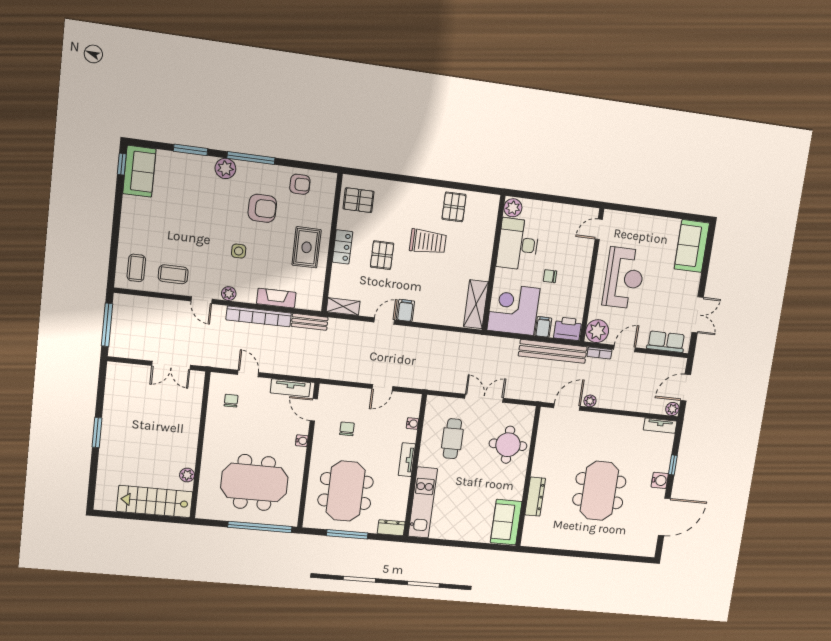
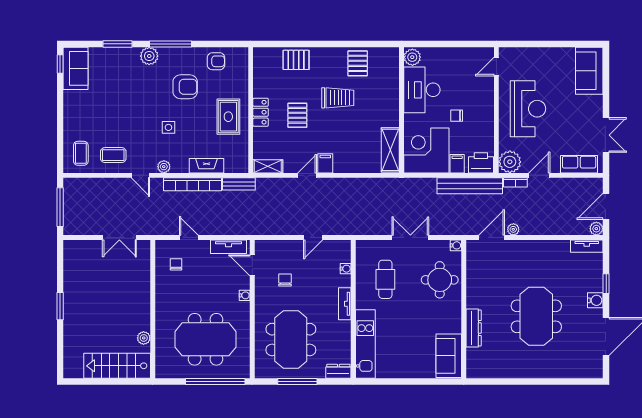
pallet: (359, 200) -> (296, 60), moved
water cooler: (530, 411) -> (456, 245), added

